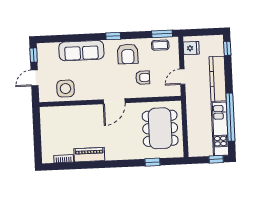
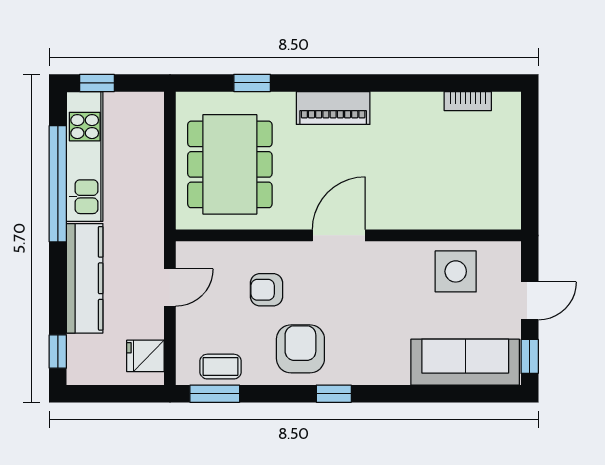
sofa: (81, 51) -> (465, 362), moved
piano: (89, 155) -> (333, 108), moved

